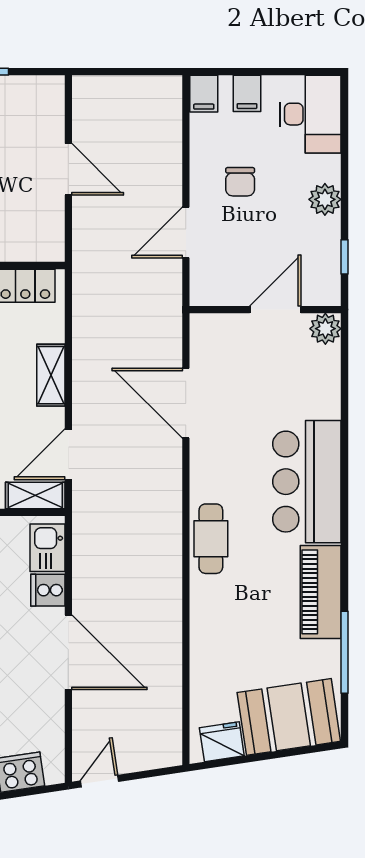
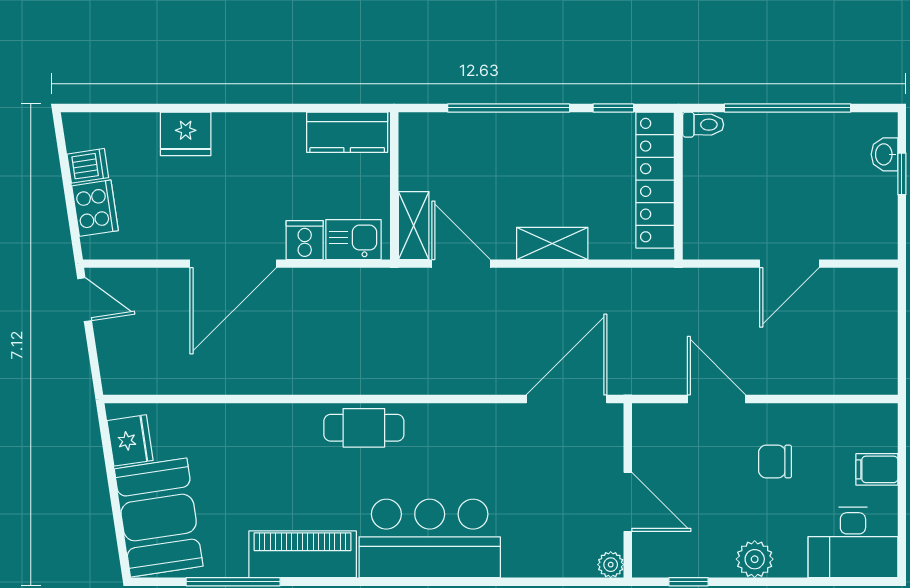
filing cabinet: (204, 94) -> (877, 420), removed
plant: (325, 329) -> (611, 565), width x0.73, depth x0.73
door: (186, 403) -> (566, 399), moved

